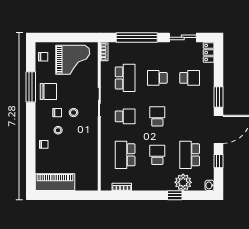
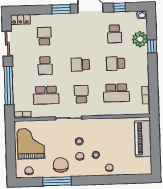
school desk: (125, 78) -> (46, 95), turned 180
school desk: (190, 155) -> (115, 34), width x0.54
piano: (55, 182) -> (143, 139), moved

